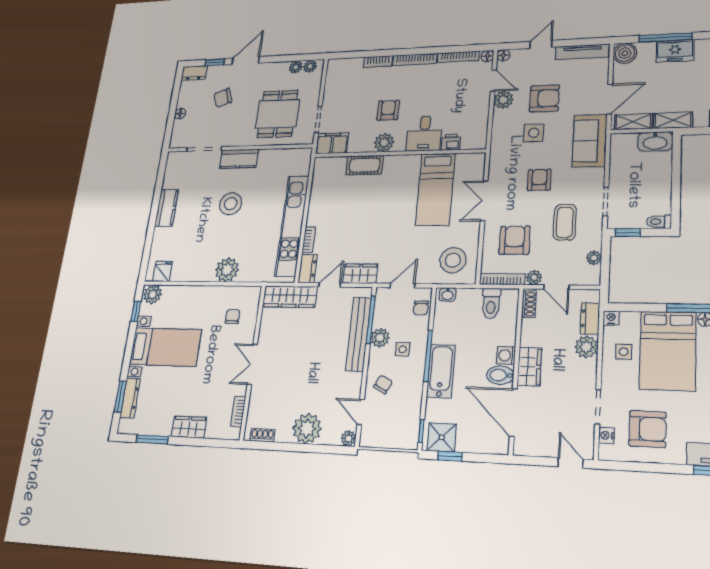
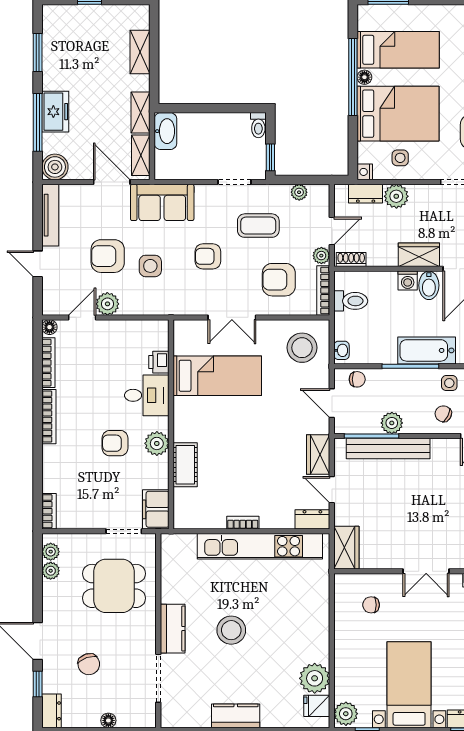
floor lamp: (503, 55) -> (50, 308), removed
bookcase: (378, 62) -> (49, 511), moved
armchair: (544, 98) -> (108, 256), turned -90
bookcase: (309, 240) -> (243, 523), moved
plant: (227, 270) -> (315, 678), moved
wardrobe: (290, 297) -> (346, 548), width x0.67
side table: (402, 349) -> (449, 383), moved

